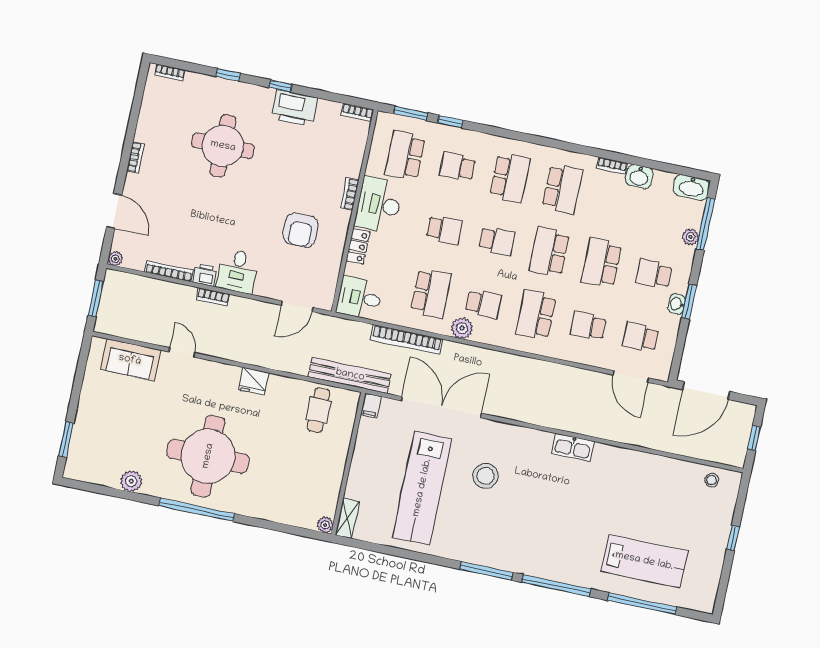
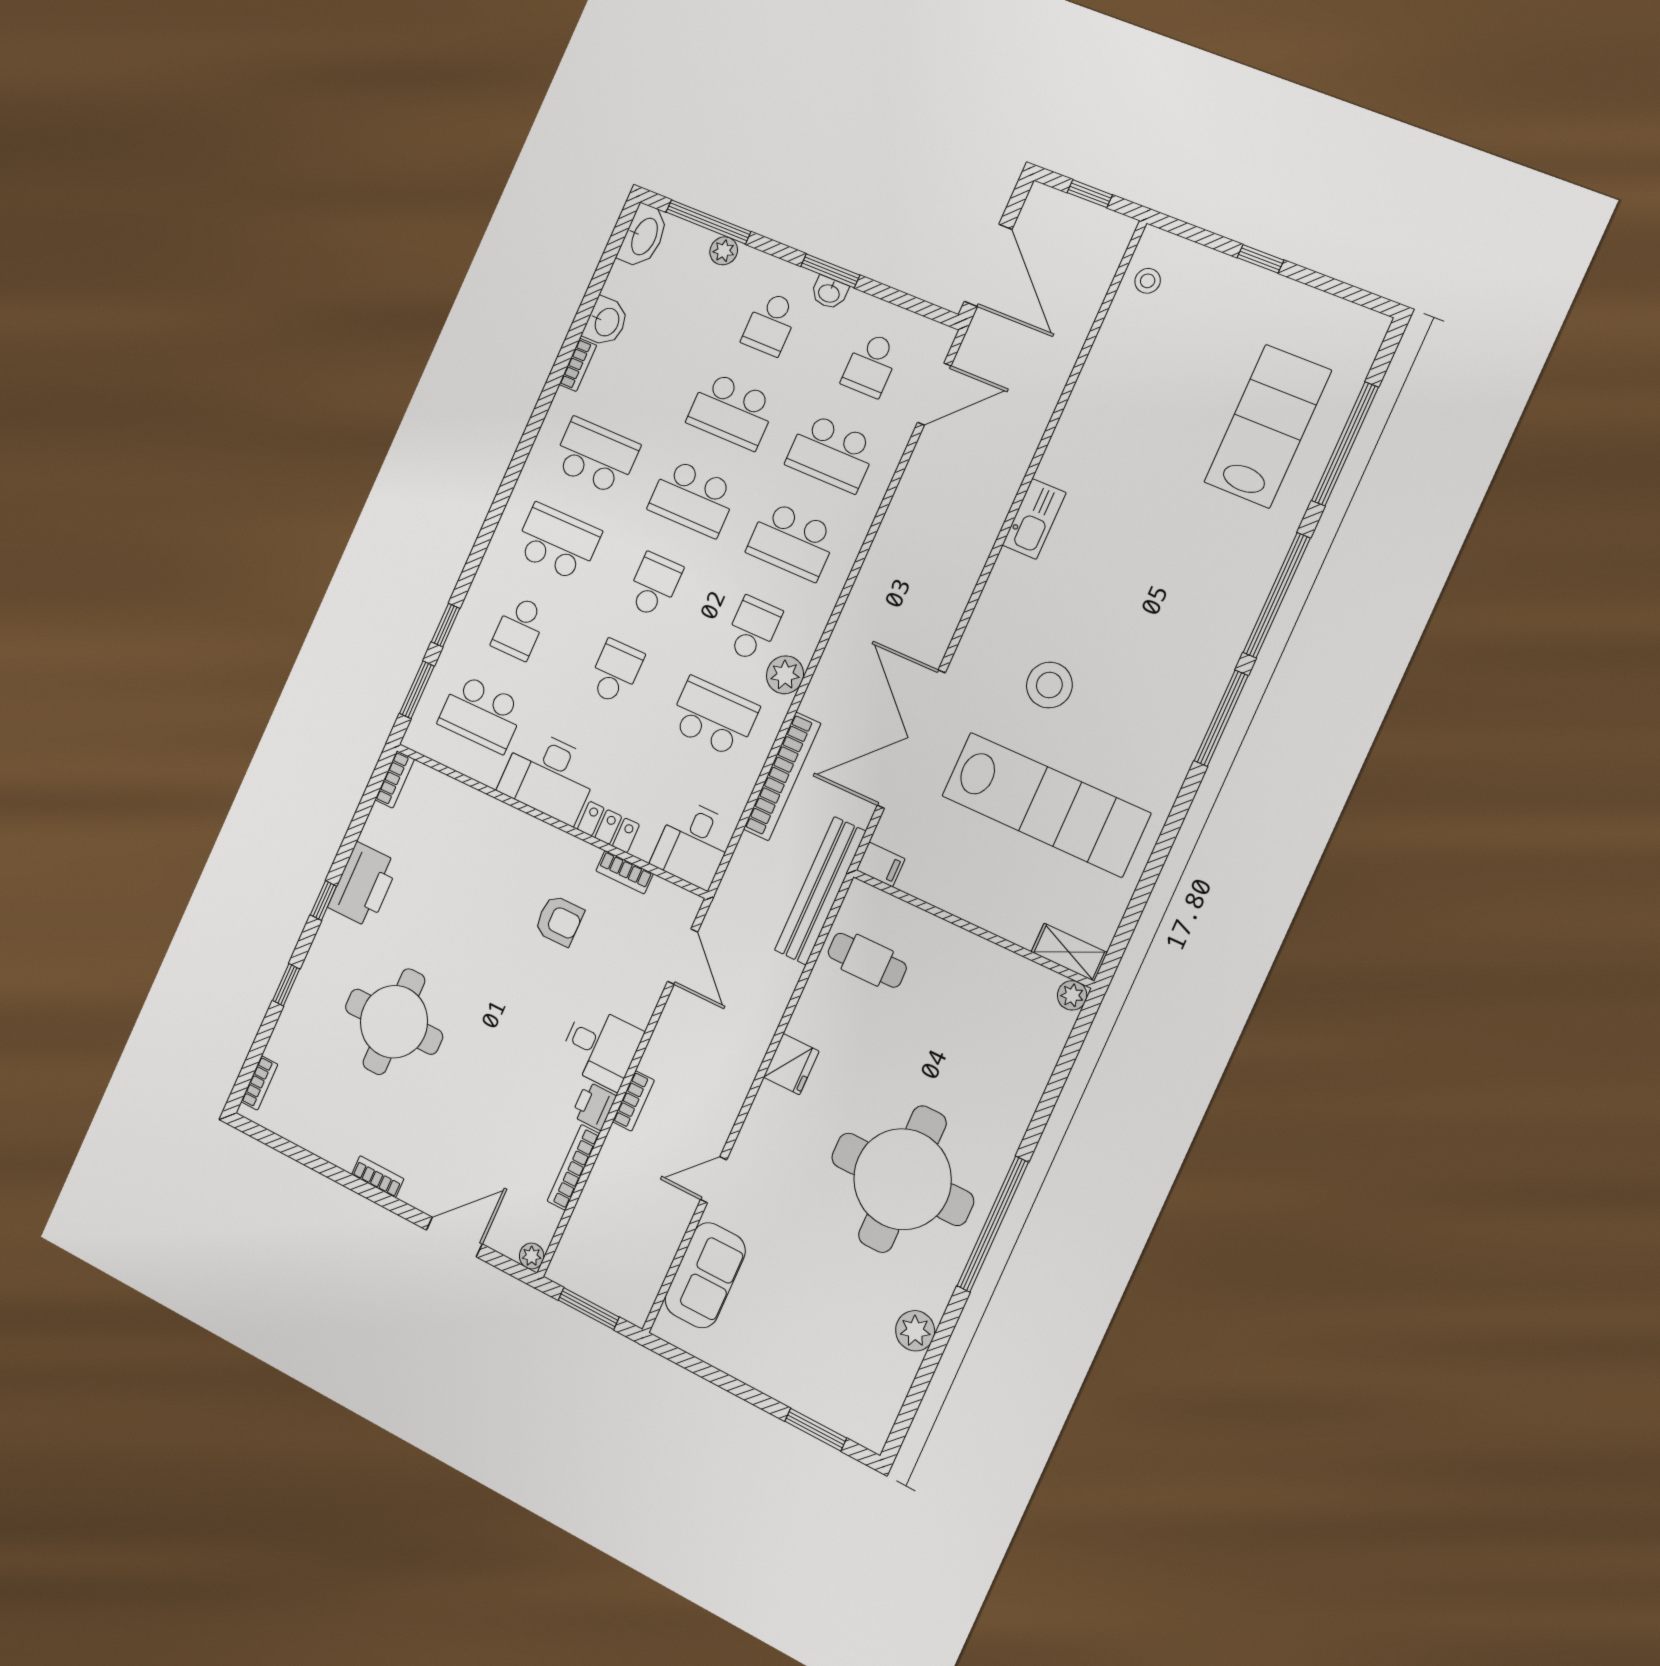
bookcase: (350, 194) -> (625, 872), moved
armchair: (301, 230) -> (559, 921), width x0.72, depth x0.72
school desk: (588, 326) -> (831, 453), width x1.85

